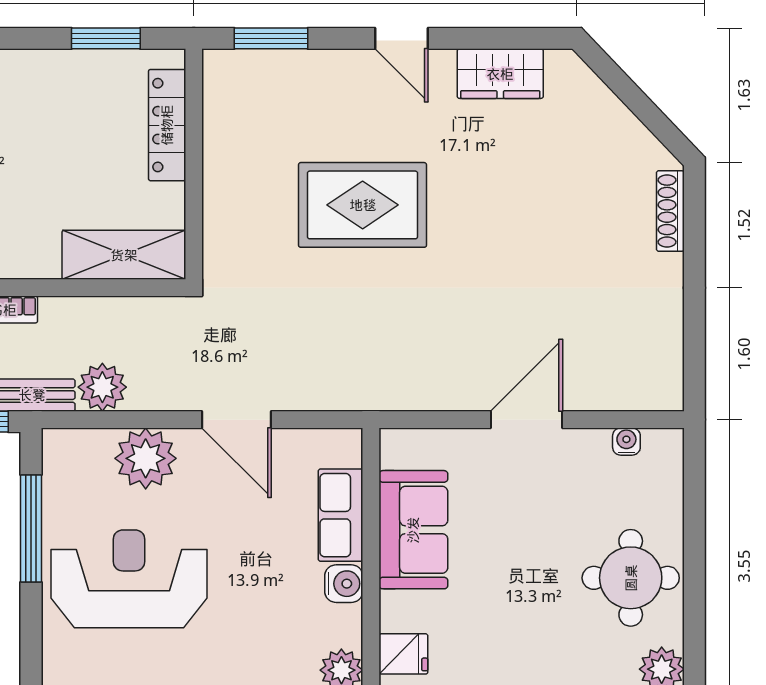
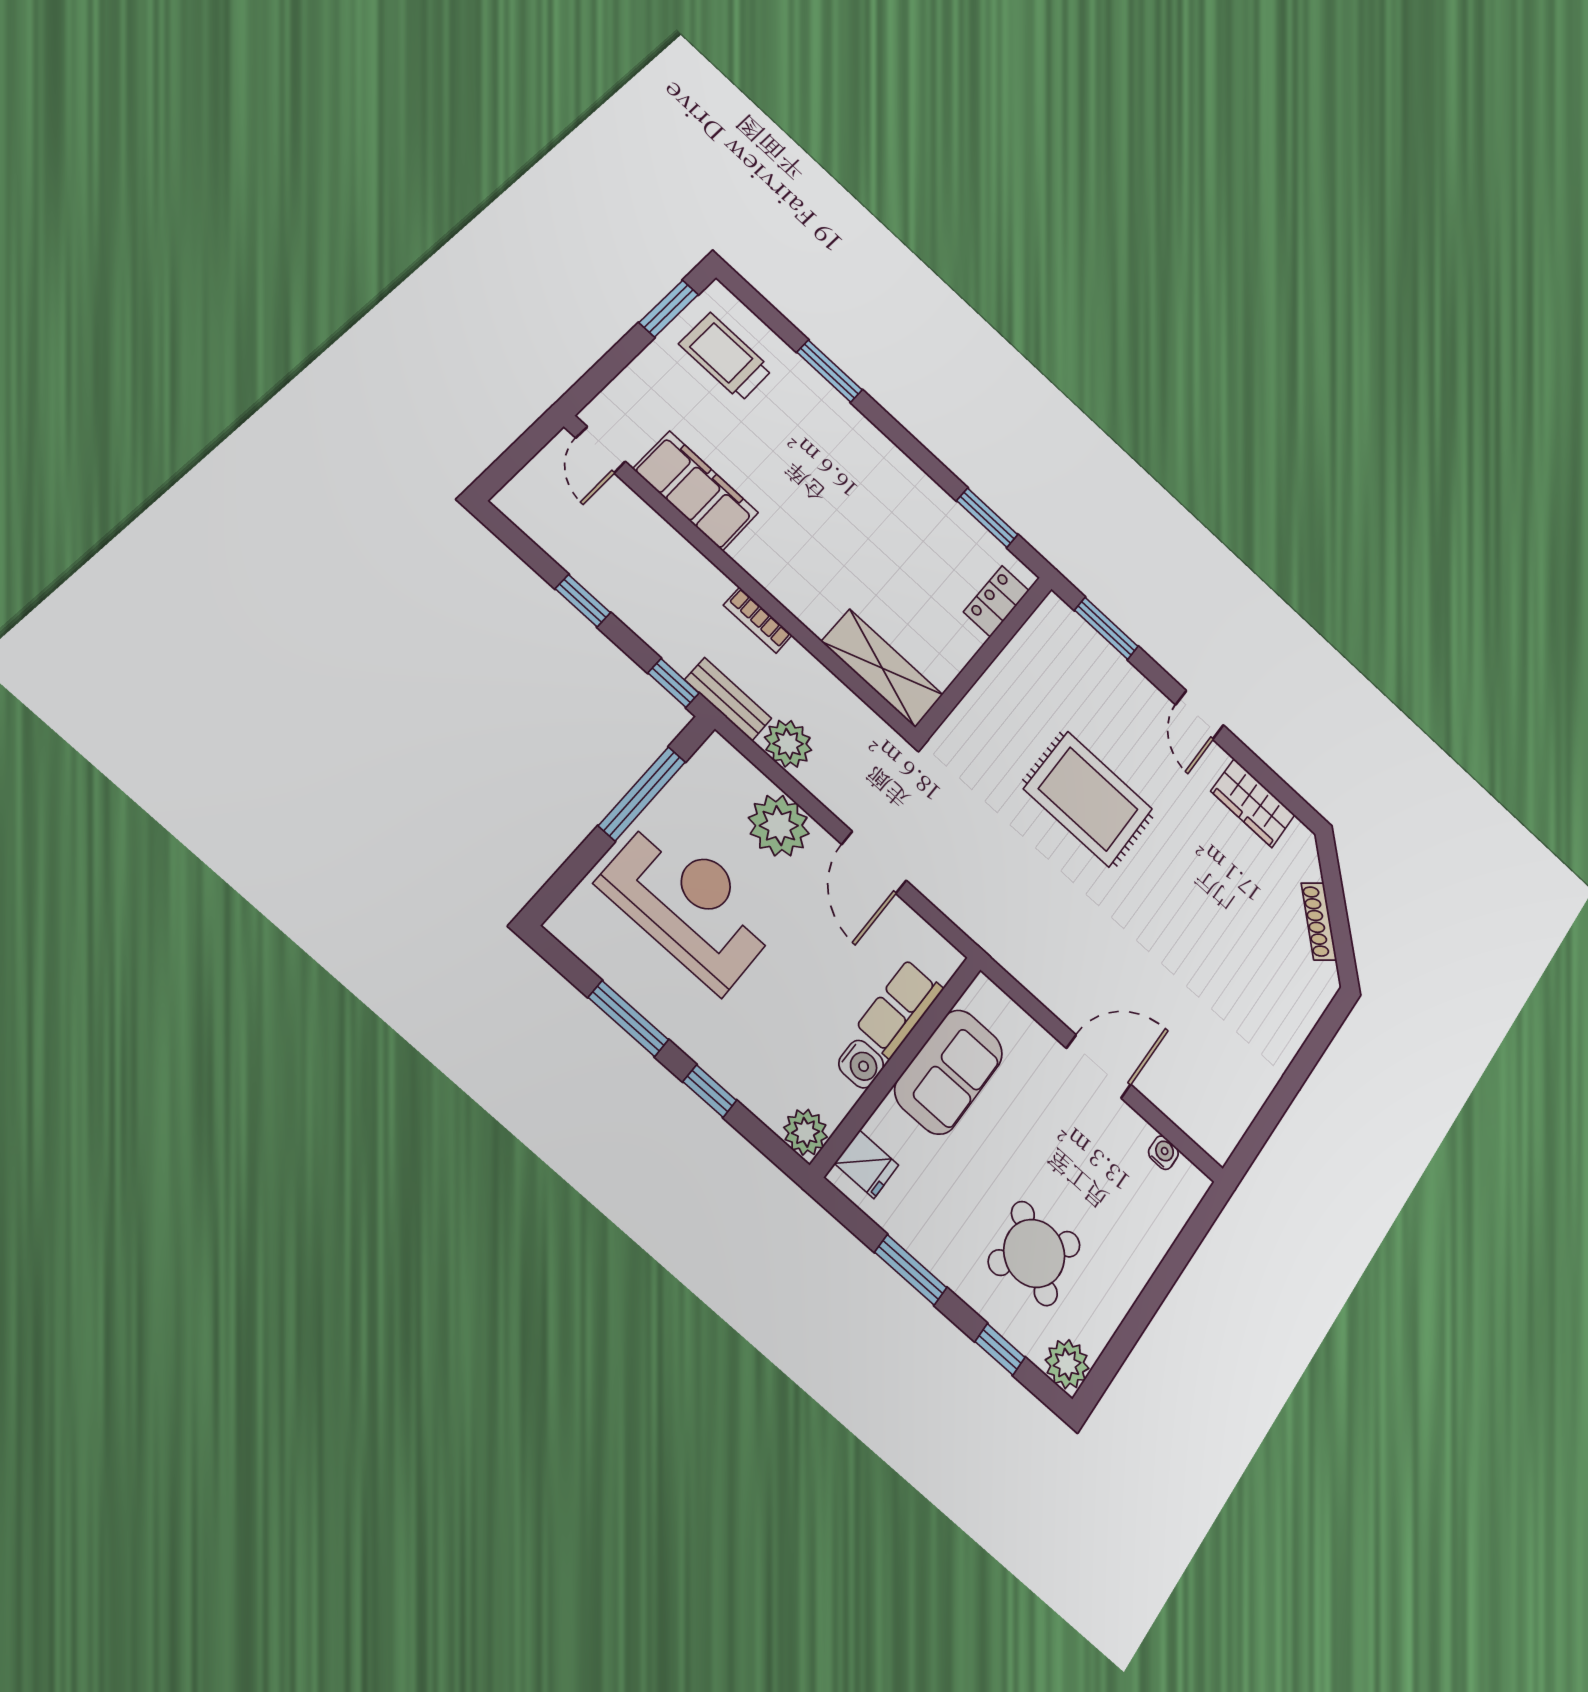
locker: (167, 125) -> (996, 601), width x0.66
shoe rack: (670, 211) -> (1319, 921), moved, turned -44
round table: (631, 578) -> (1034, 1253), moved, turned 36

